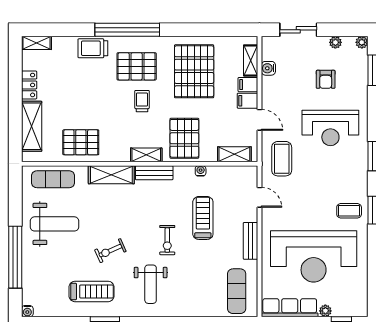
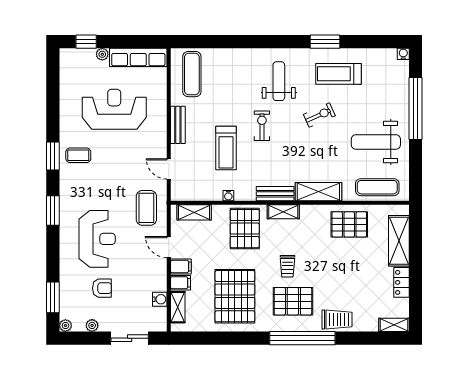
armchair: (326, 79) -> (102, 288), turned 90
reception desk: (330, 128) -> (97, 239), turned 90
reception desk: (314, 256) -> (114, 109), width x0.74, depth x0.77

